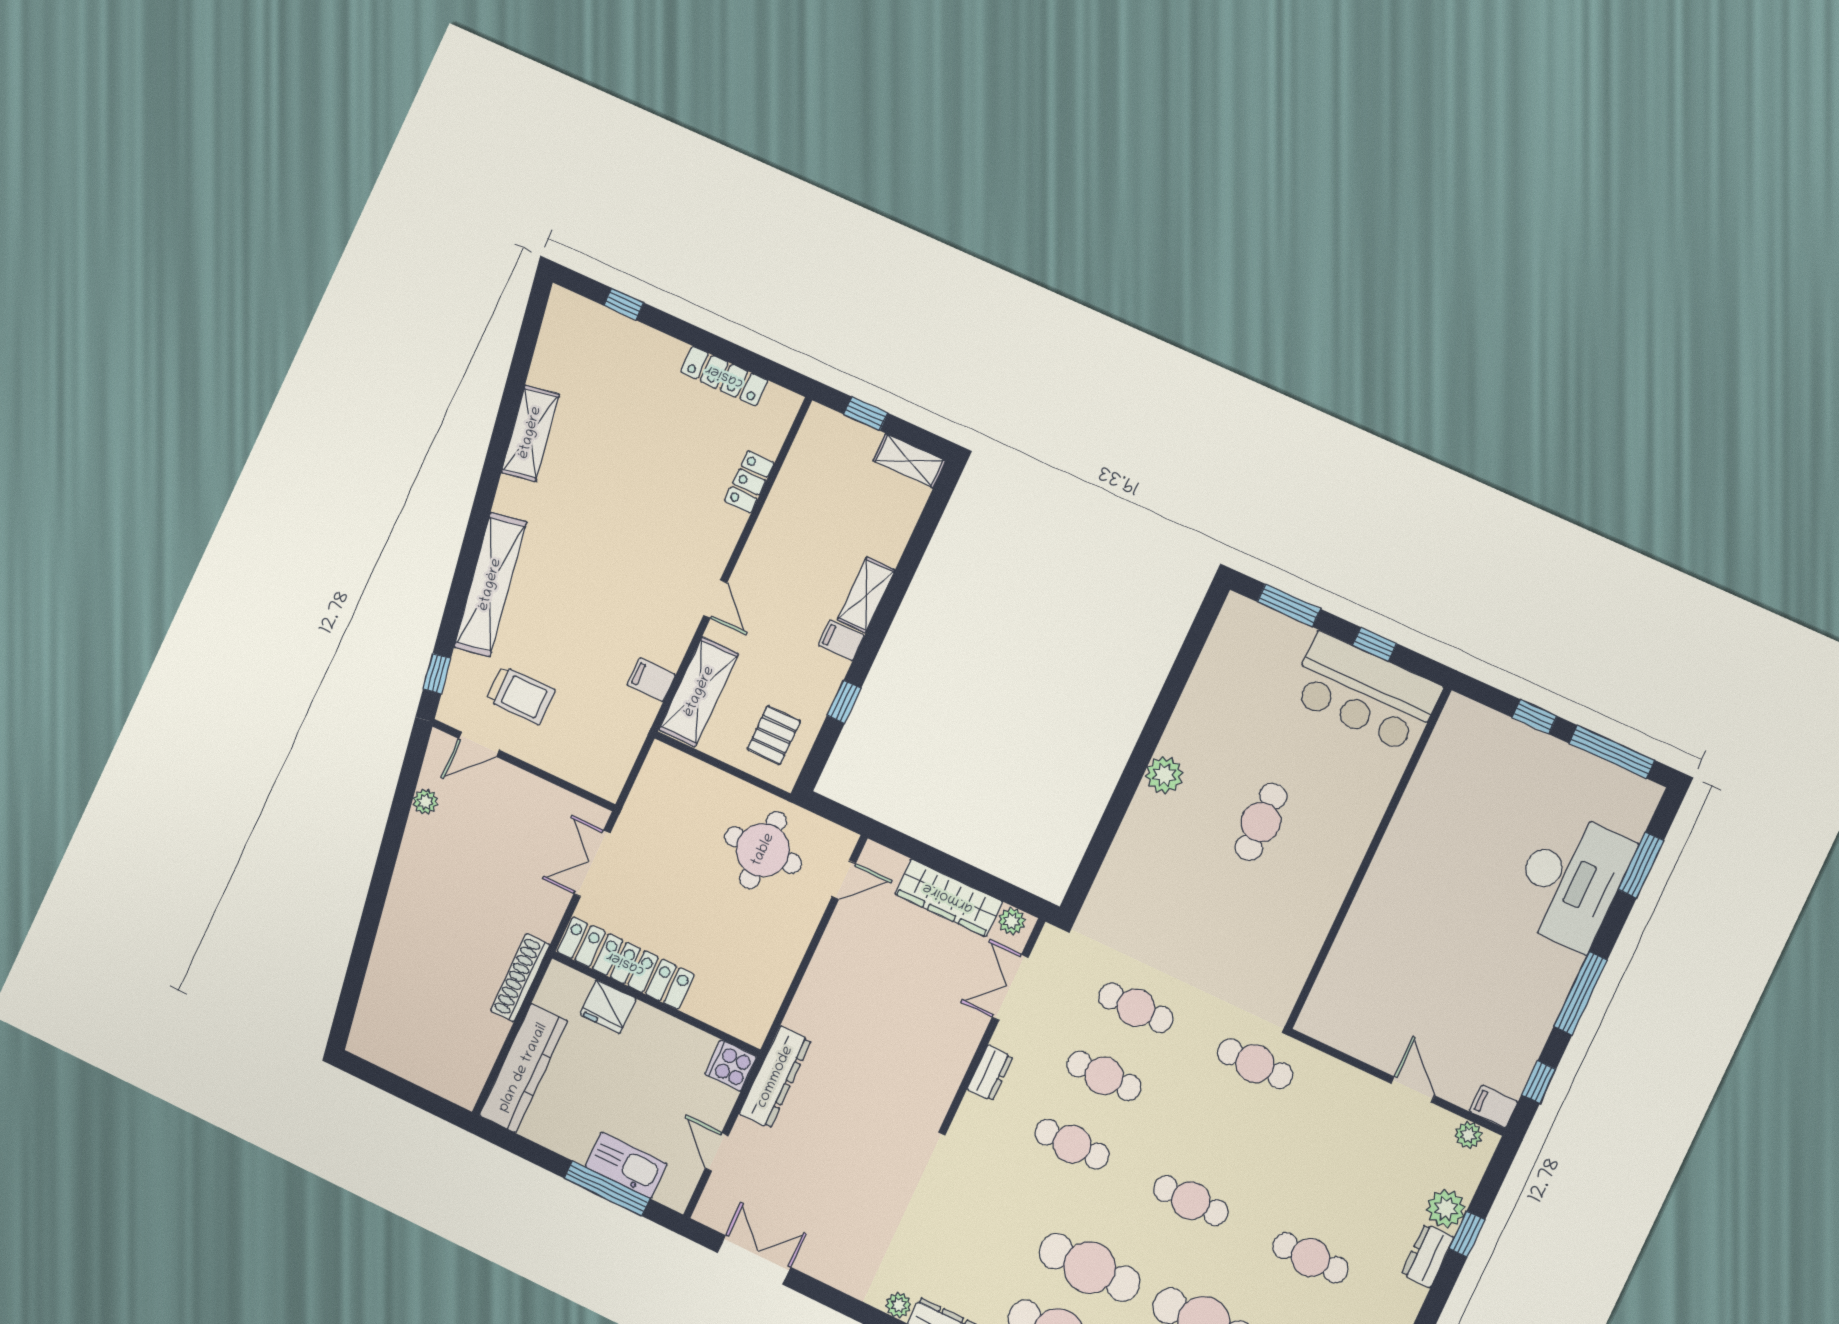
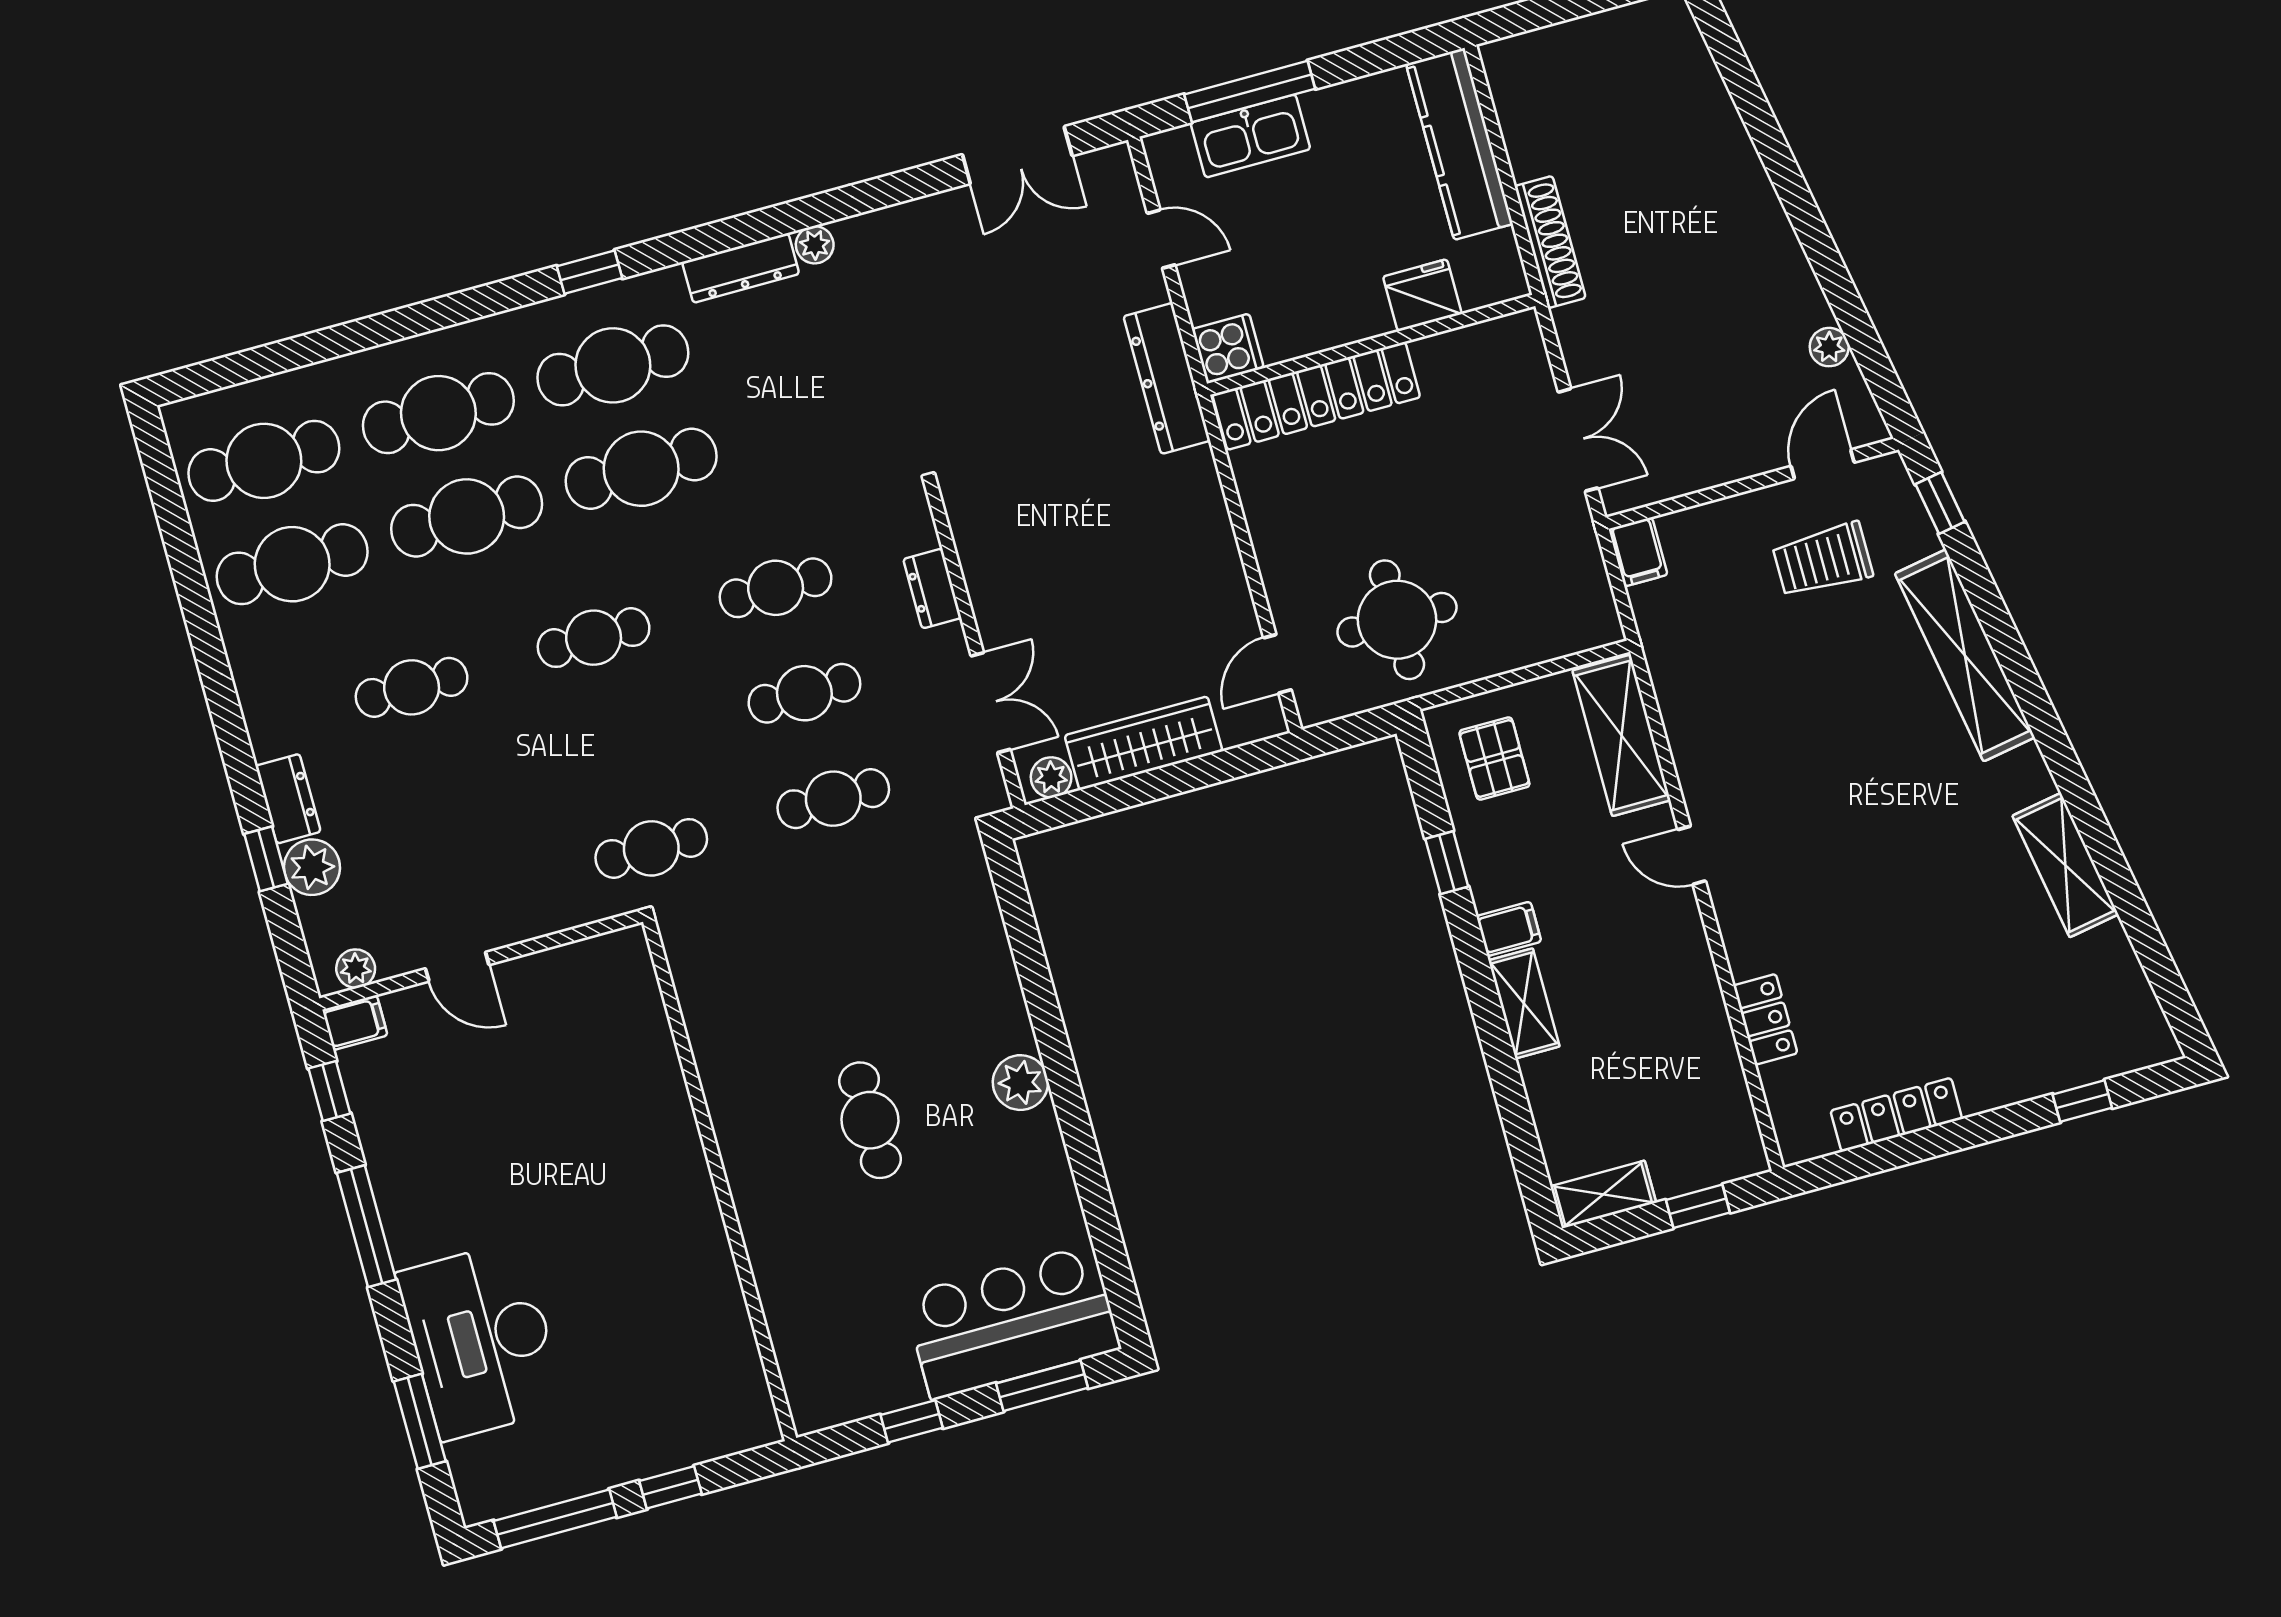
filing cabinet: (651, 680) -> (1638, 552), moved, turned 90
bar counter: (1365, 693) -> (1012, 1322), moved
locker: (625, 963) -> (1316, 396), moved

